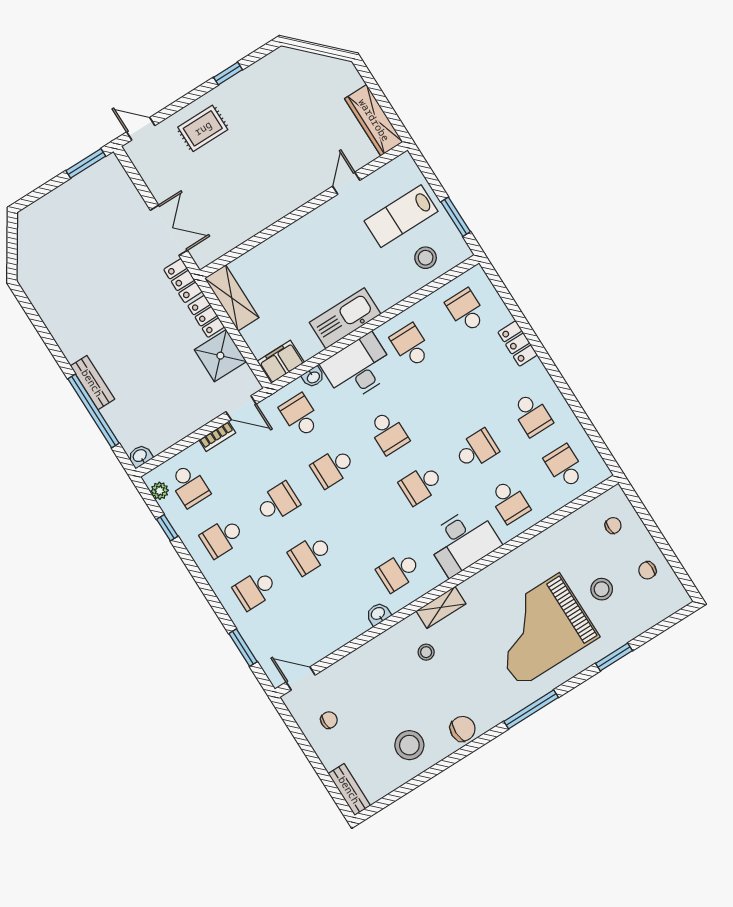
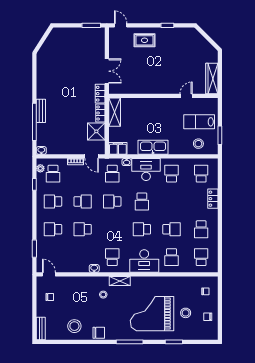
school desk: (300, 416) -> (112, 174), turned 180
school desk: (399, 571) -> (112, 257), turned 90

